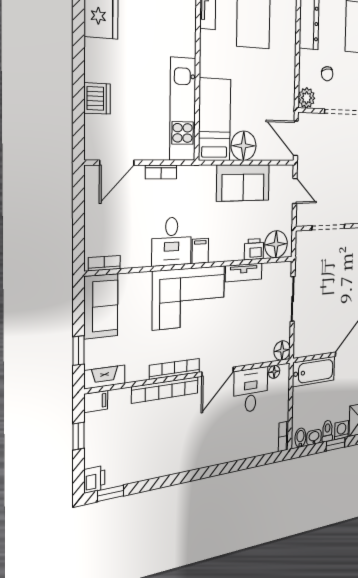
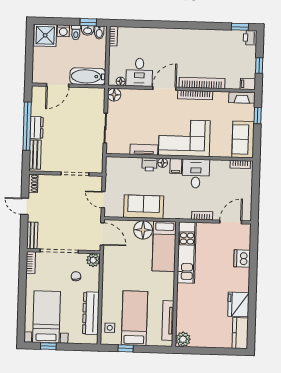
floor lamp: (276, 244) -> (163, 163), moved, width x0.53, depth x0.53
printer: (254, 249) -> (149, 164), moved
window: (336, 444) -> (88, 22), moved

